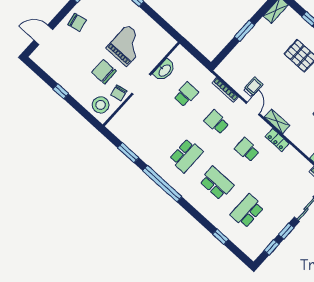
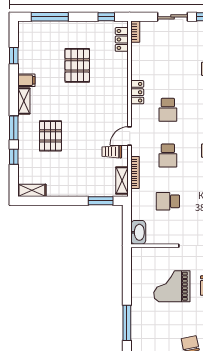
window: (244, 31) -> (101, 201), moved
washbasin: (164, 70) -> (138, 232), moved, turned 90
shelving: (277, 121) -> (122, 180), moved

